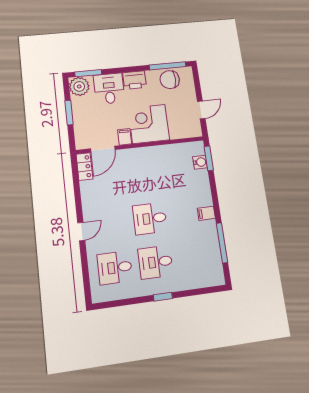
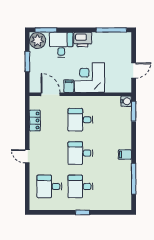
chair: (170, 80) -> (111, 42), removed
door: (103, 149) -> (51, 94), swing flipped
water cooler: (200, 162) -> (126, 101), moved
locker: (84, 167) -> (35, 120), moved
desk: (144, 176) -> (80, 120), added
door: (81, 231) -> (27, 156), swing flipped

